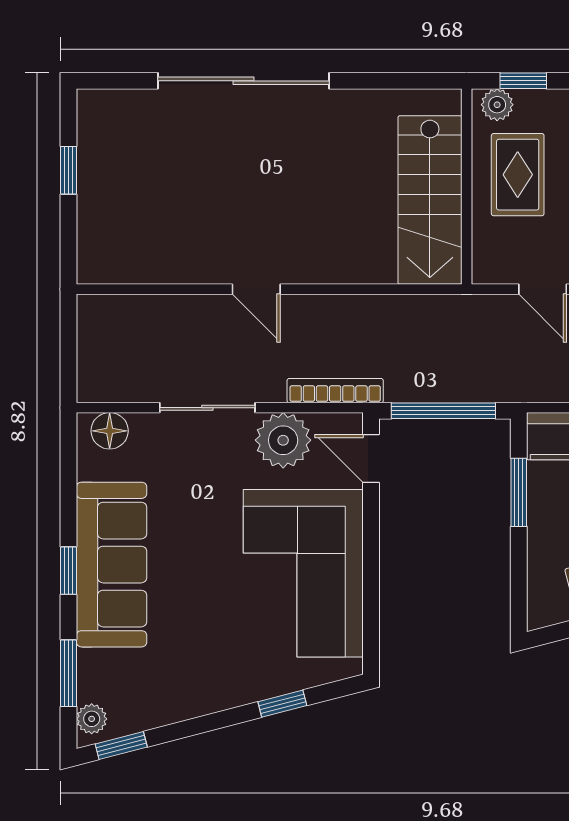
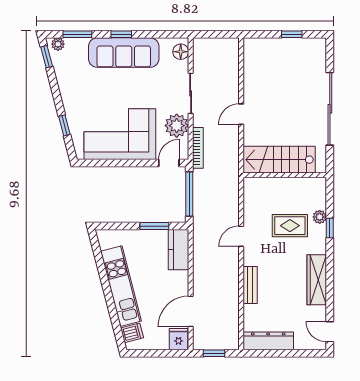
wall: (467, 187) -> (285, 175), moved
stairs: (430, 200) -> (279, 160), moved

